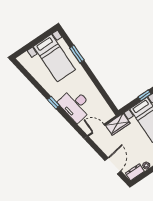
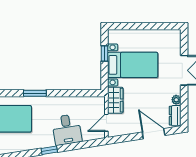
window: (77, 54) -> (35, 93), moved
desk: (76, 105) -> (67, 130), width x0.73

